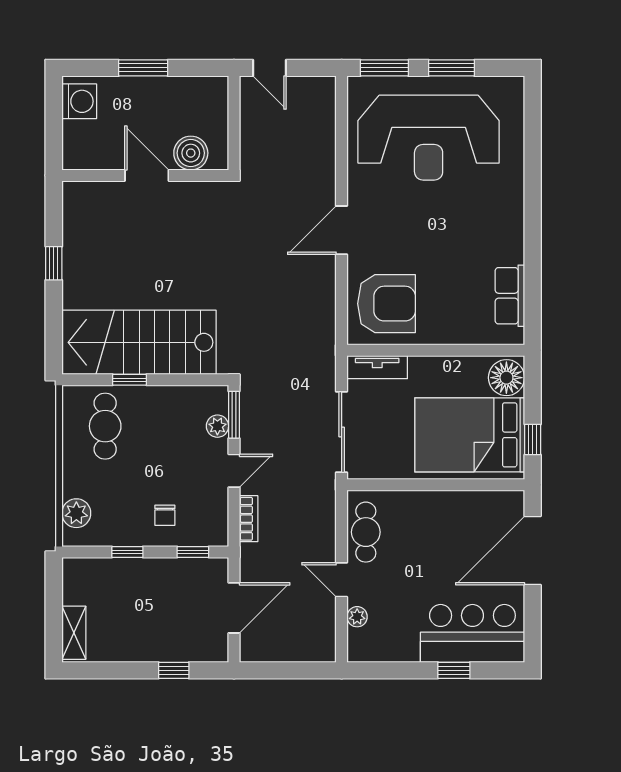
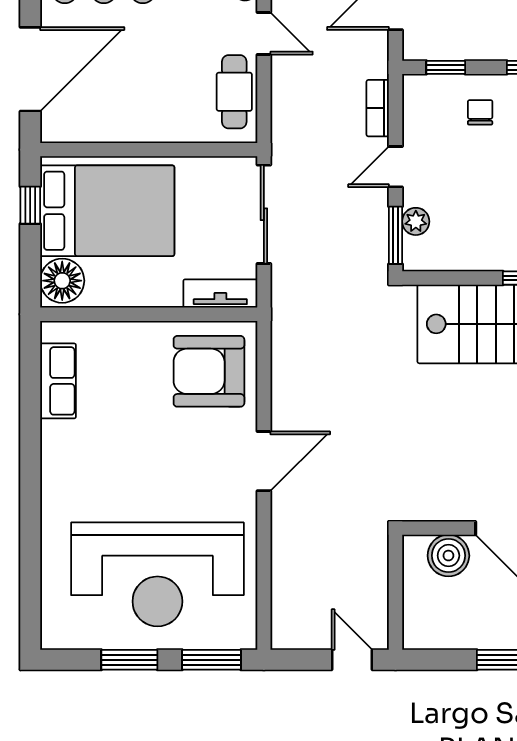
reception desk: (429, 138) -> (157, 574), turned 180

